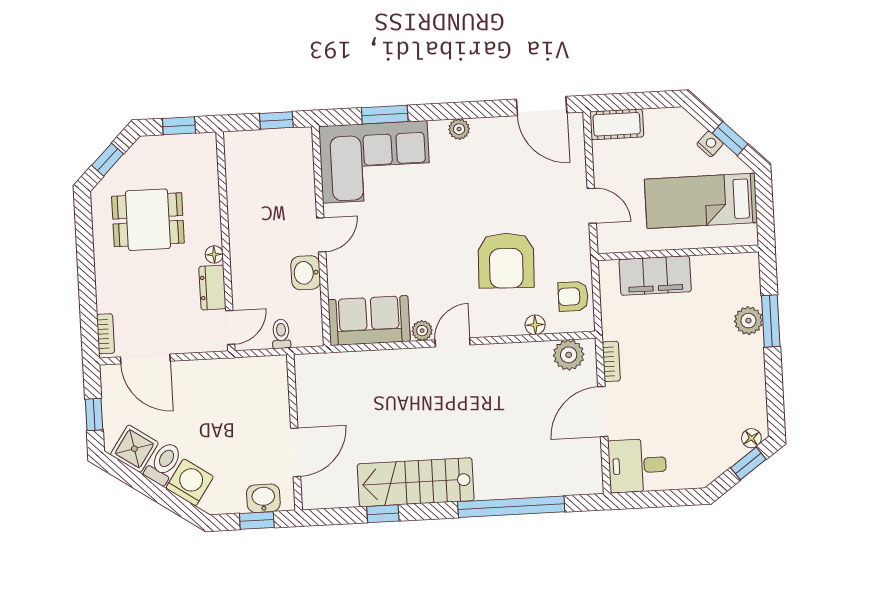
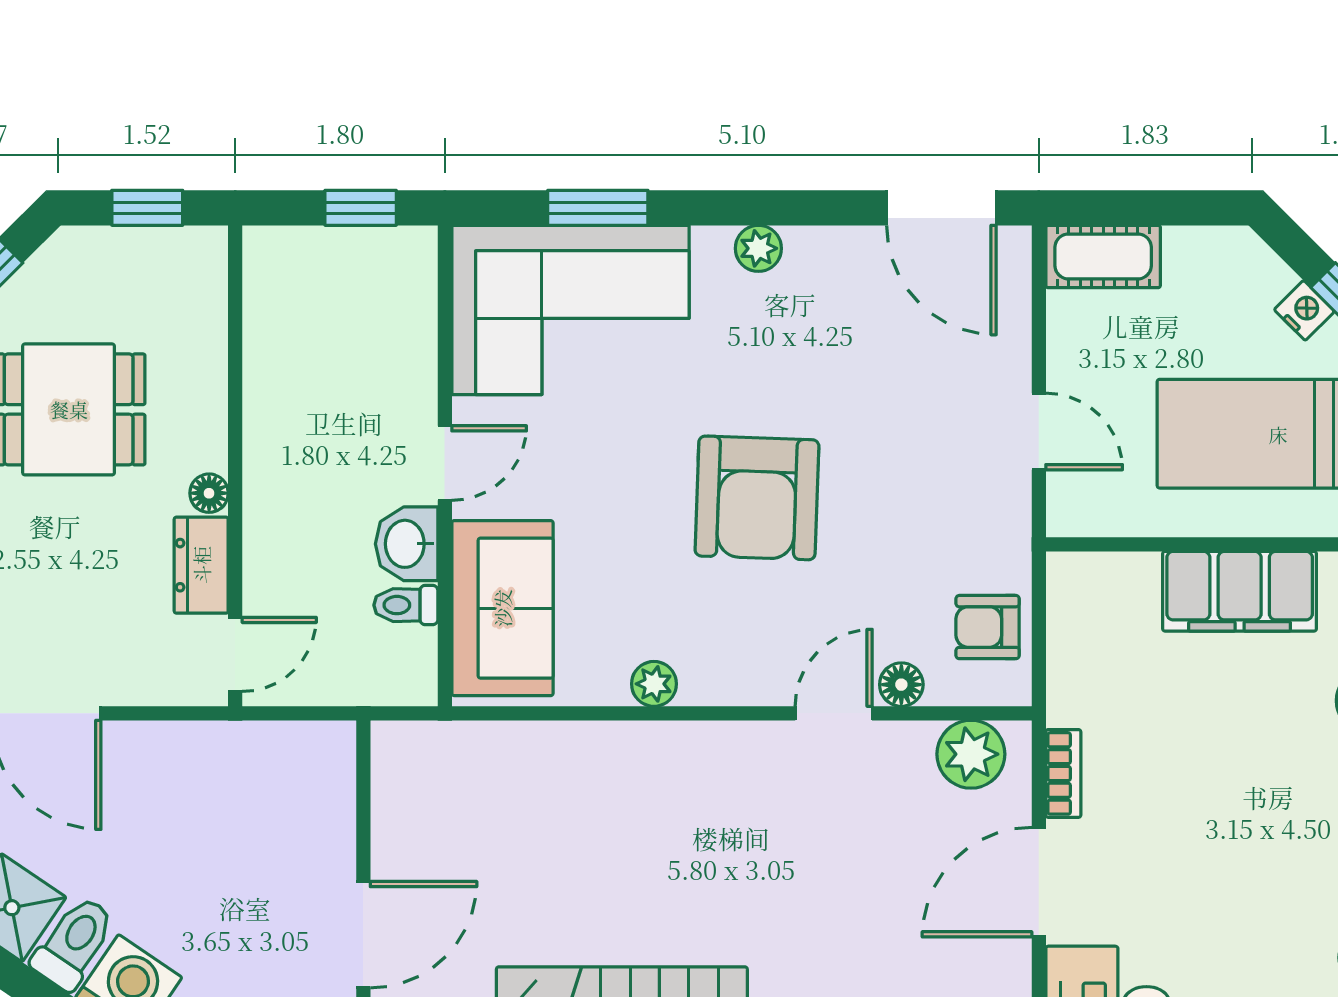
armchair: (506, 260) -> (757, 498), moved
filing cabinet: (655, 276) -> (1240, 591), moved
sofa: (369, 321) -> (502, 608), moved, turned 90
toilet: (281, 334) -> (406, 605), moved, turned -90
door: (453, 342) -> (834, 713), moved

